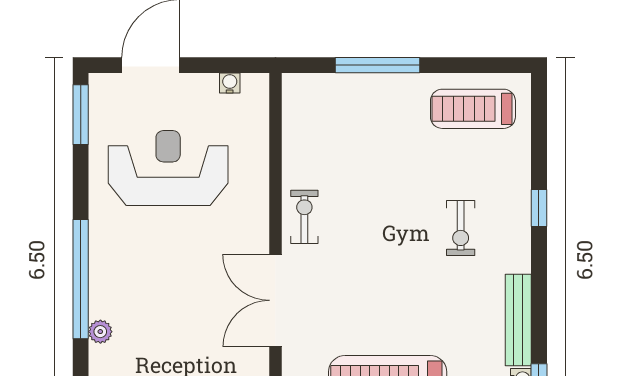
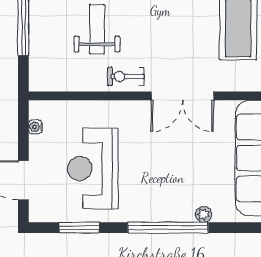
window: (81, 115) -> (79, 228), moved
weight bench: (374, 174) -> (97, 29), added

